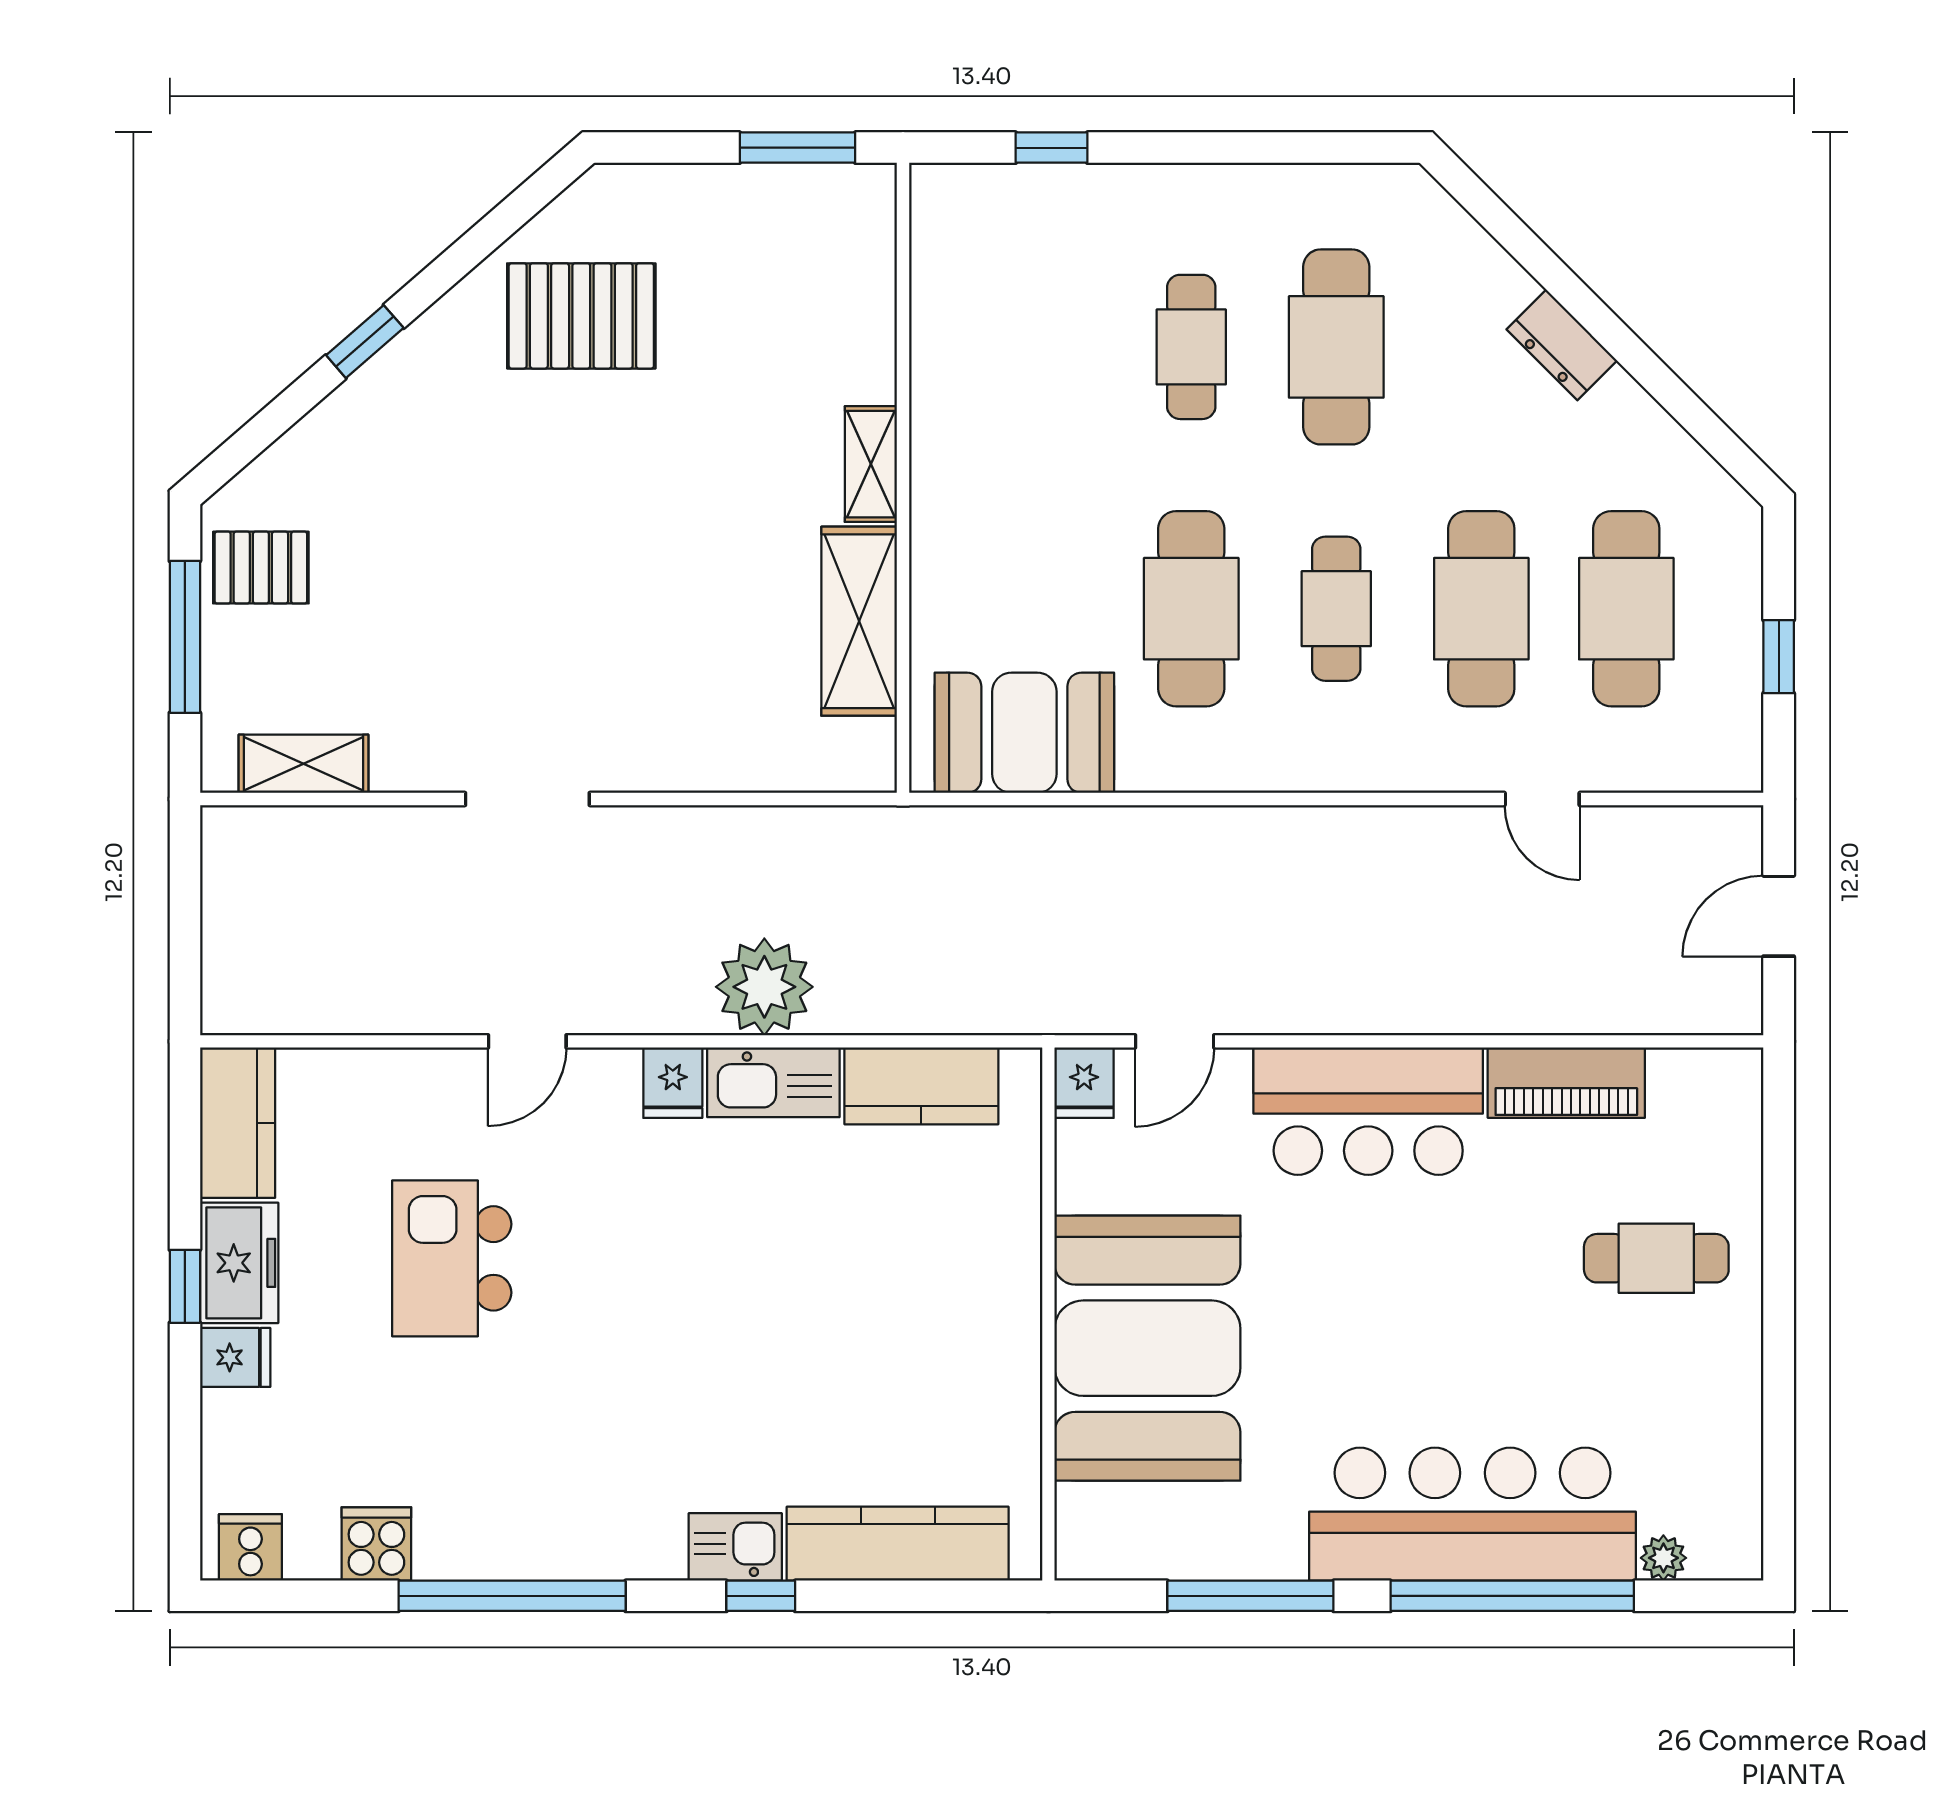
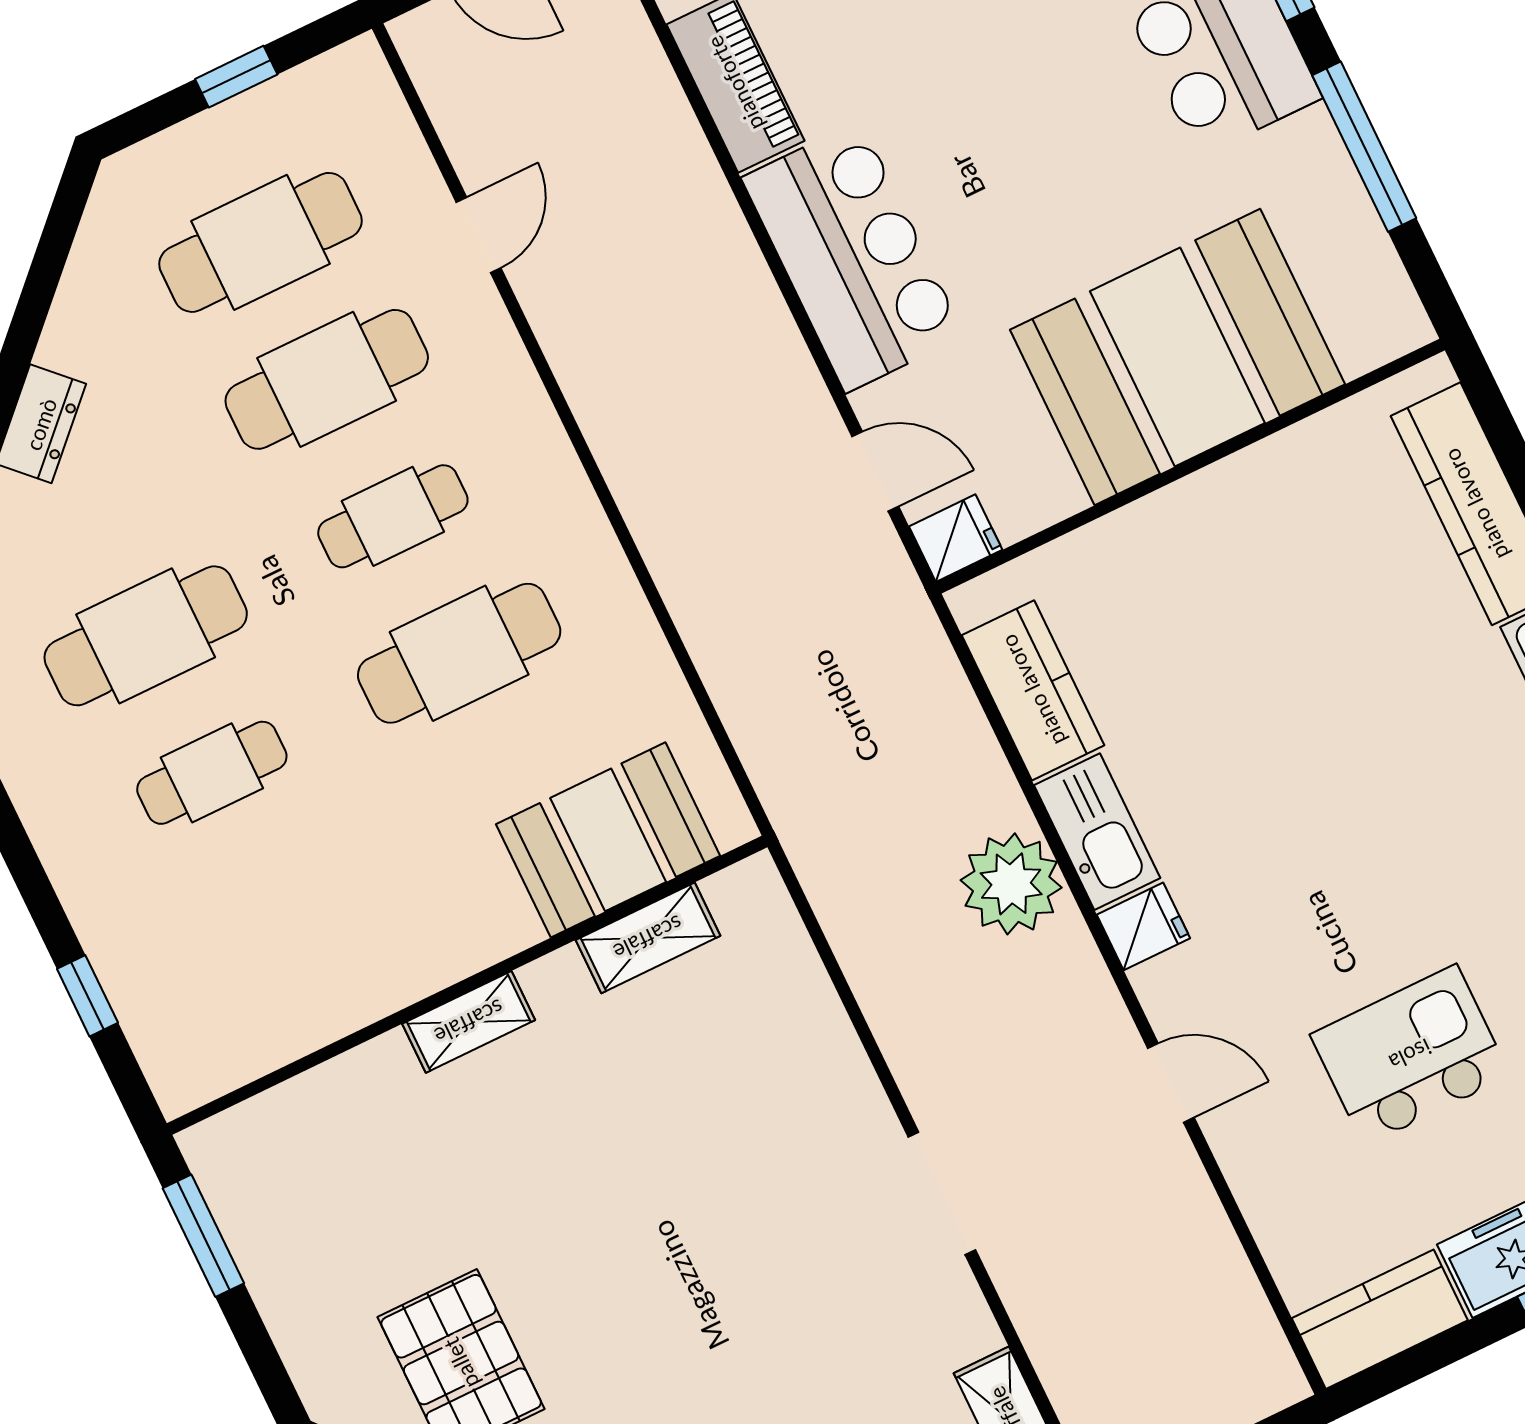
shelving: (859, 621) -> (648, 938), width x0.67, depth x0.75
booth: (1024, 733) -> (608, 840), moved, turned 90
kitchen island: (452, 1258) -> (1410, 1055), turned 180

